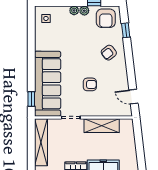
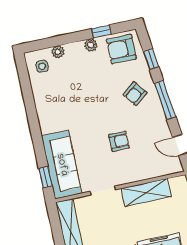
plant: (74, 10) -> (58, 52), moved
armchair: (106, 18) -> (121, 49), turned 90
window: (129, 62) -> (165, 100), added
sofa: (48, 84) -> (62, 165), width x0.74, depth x0.79

